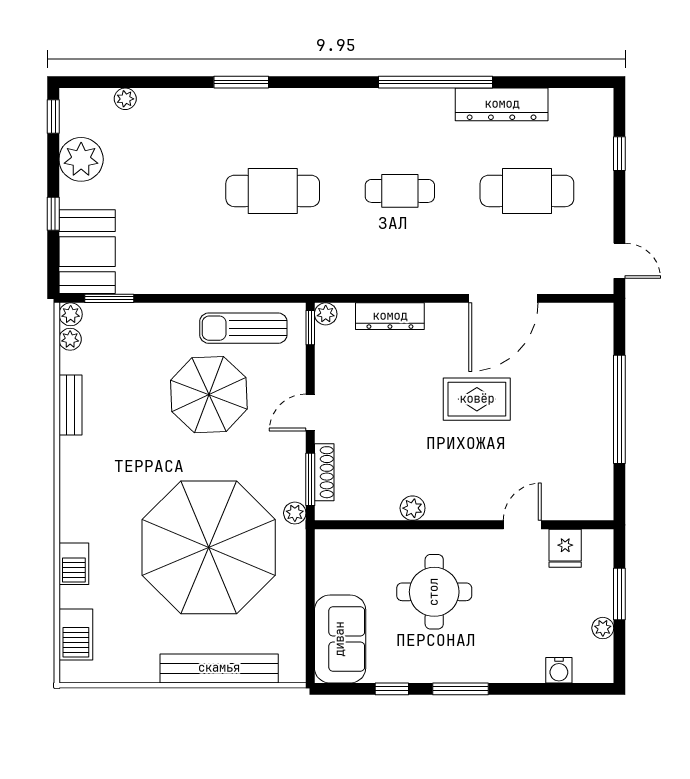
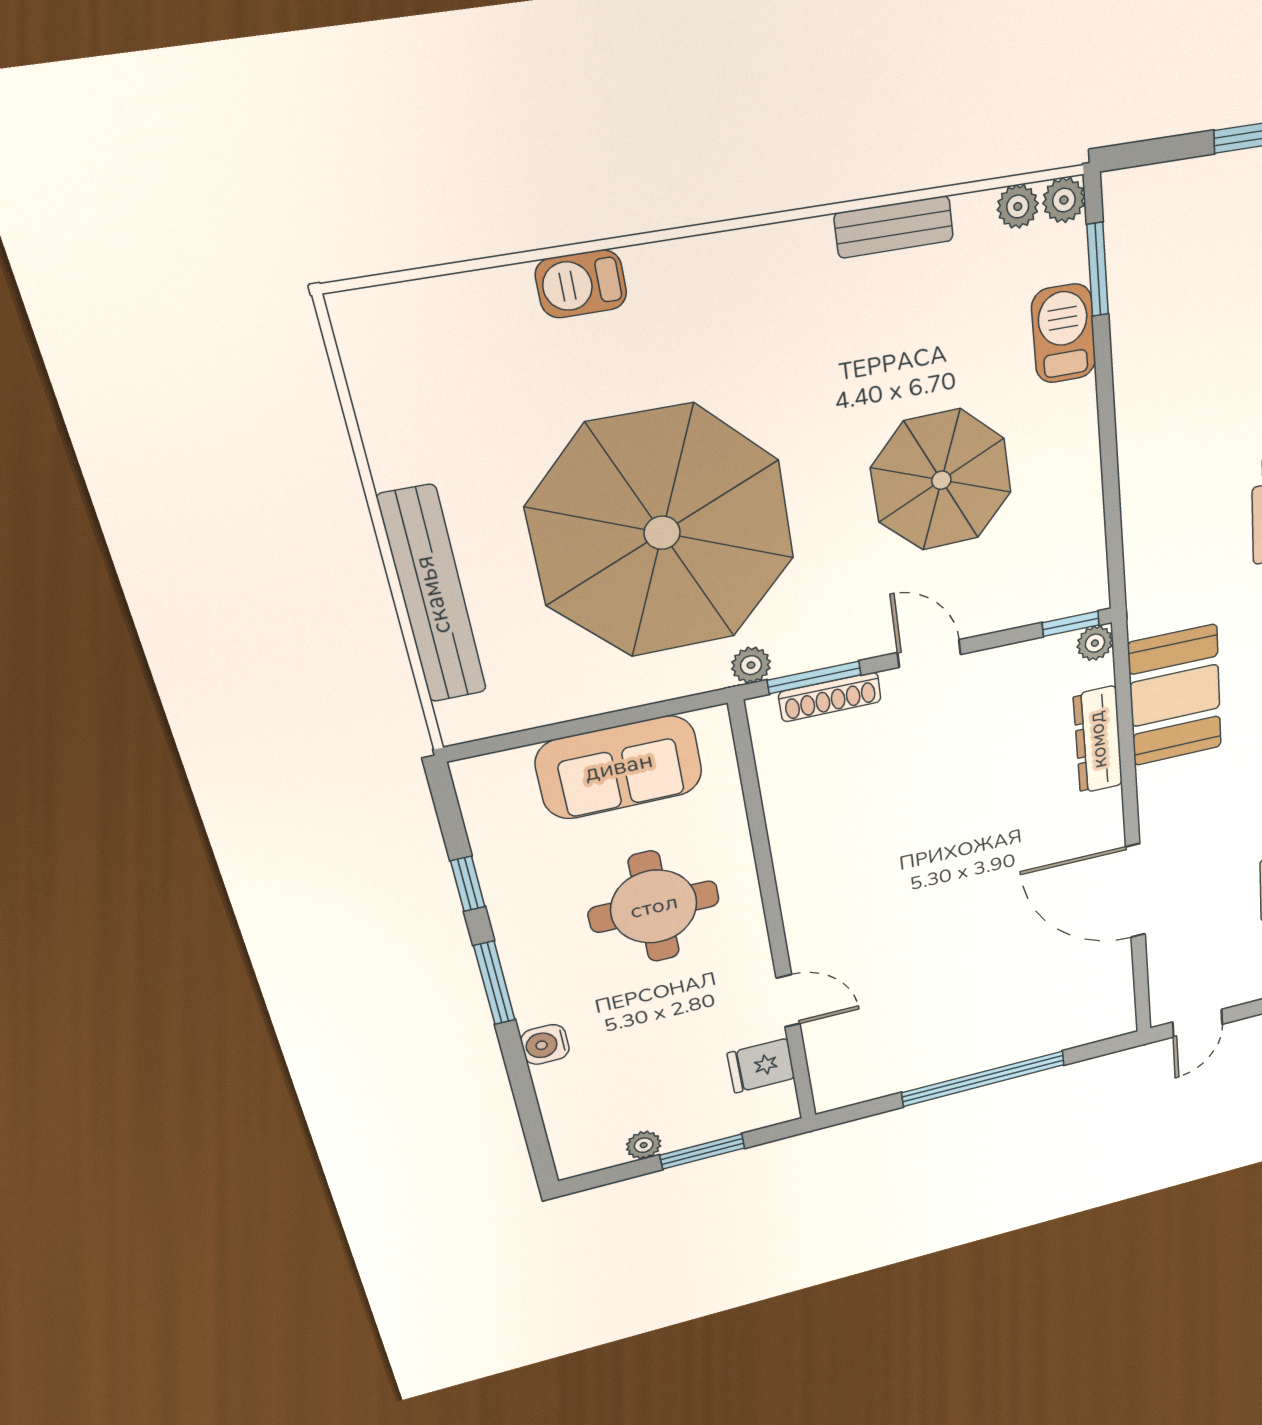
booth: (87, 252) -> (1175, 695), moved, turned 90
sun lounger: (243, 328) -> (1062, 516), removed
rug: (477, 399) -> (978, 892), removed
plant: (413, 508) -> (790, 843), removed
barbecue: (76, 634) -> (1064, 334), moved, turned 90
sofa: (340, 639) -> (619, 767), moved
water cooler: (559, 670) -> (545, 1044), moved

